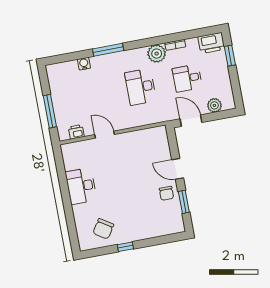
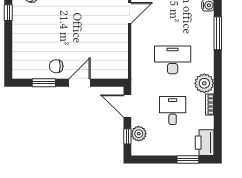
window: (219, 115) -> (127, 136), added
door: (191, 121) -> (127, 106), swing flipped

